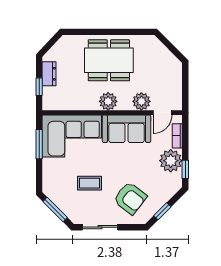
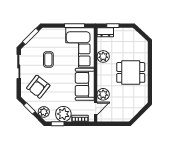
dining table: (109, 60) -> (131, 72), width x0.73
dresser: (49, 74) -> (105, 32), moved
plant: (108, 101) -> (103, 56), moved
door: (163, 113) -> (96, 108), swing flipped
plant: (168, 190) -> (44, 112), added

